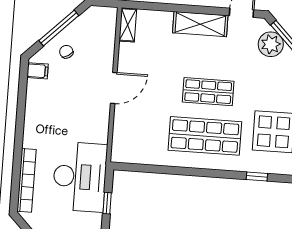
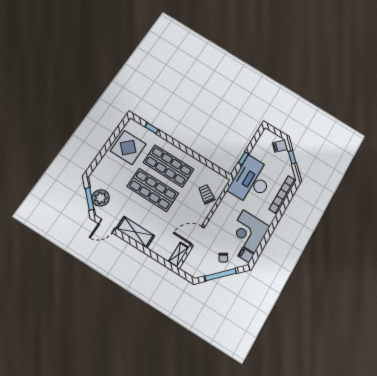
door: (114, 88) -> (197, 236), moved
shop shelf: (208, 92) -> (153, 190), width x1.43, depth x1.36
corner desk: (49, 105) -> (249, 231), added
trolley: (133, 125) -> (206, 194), added

